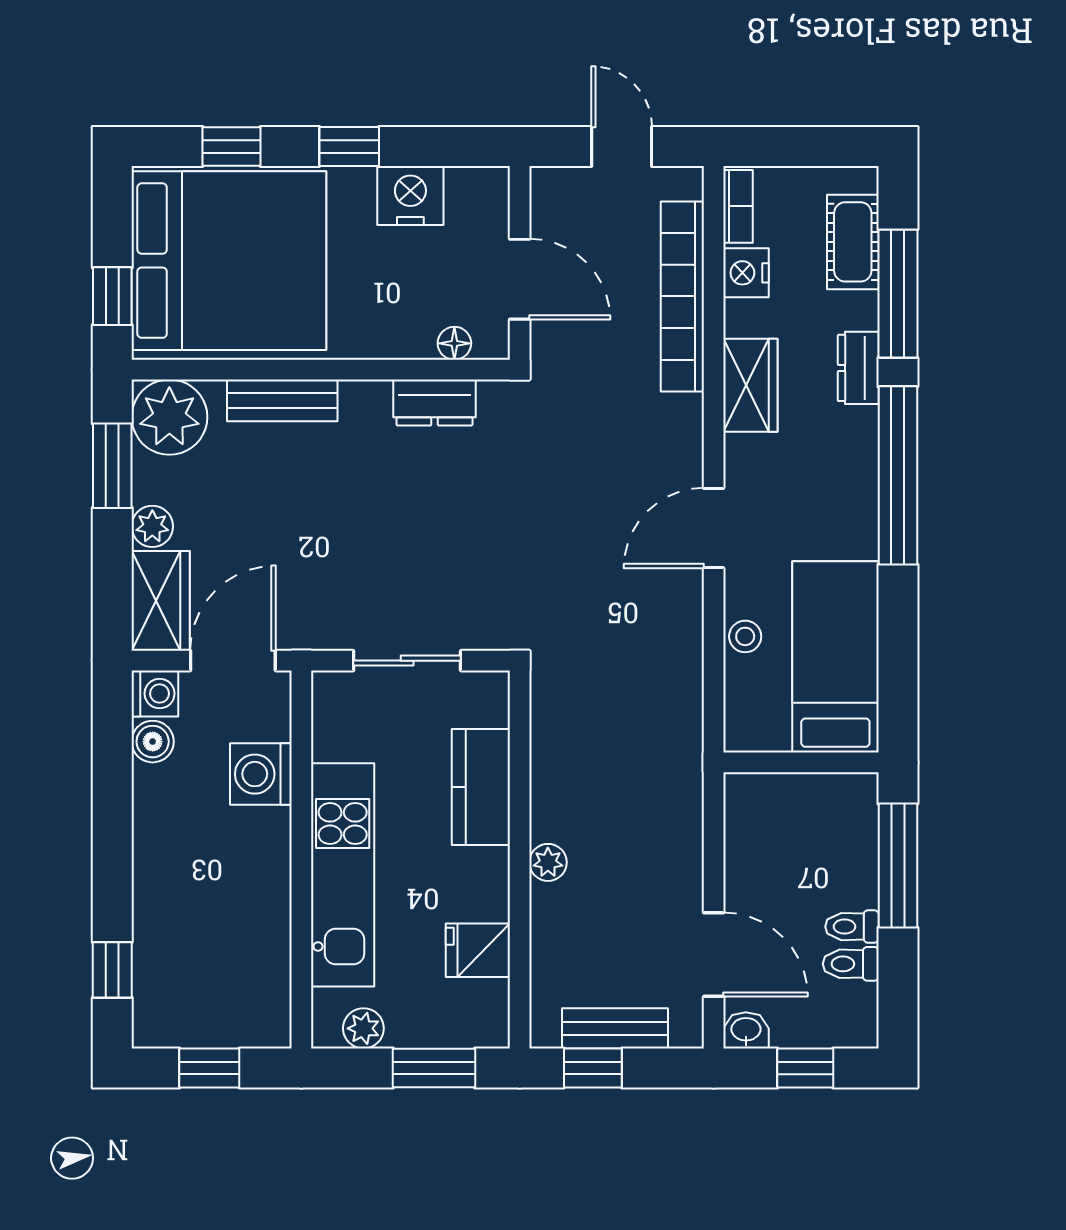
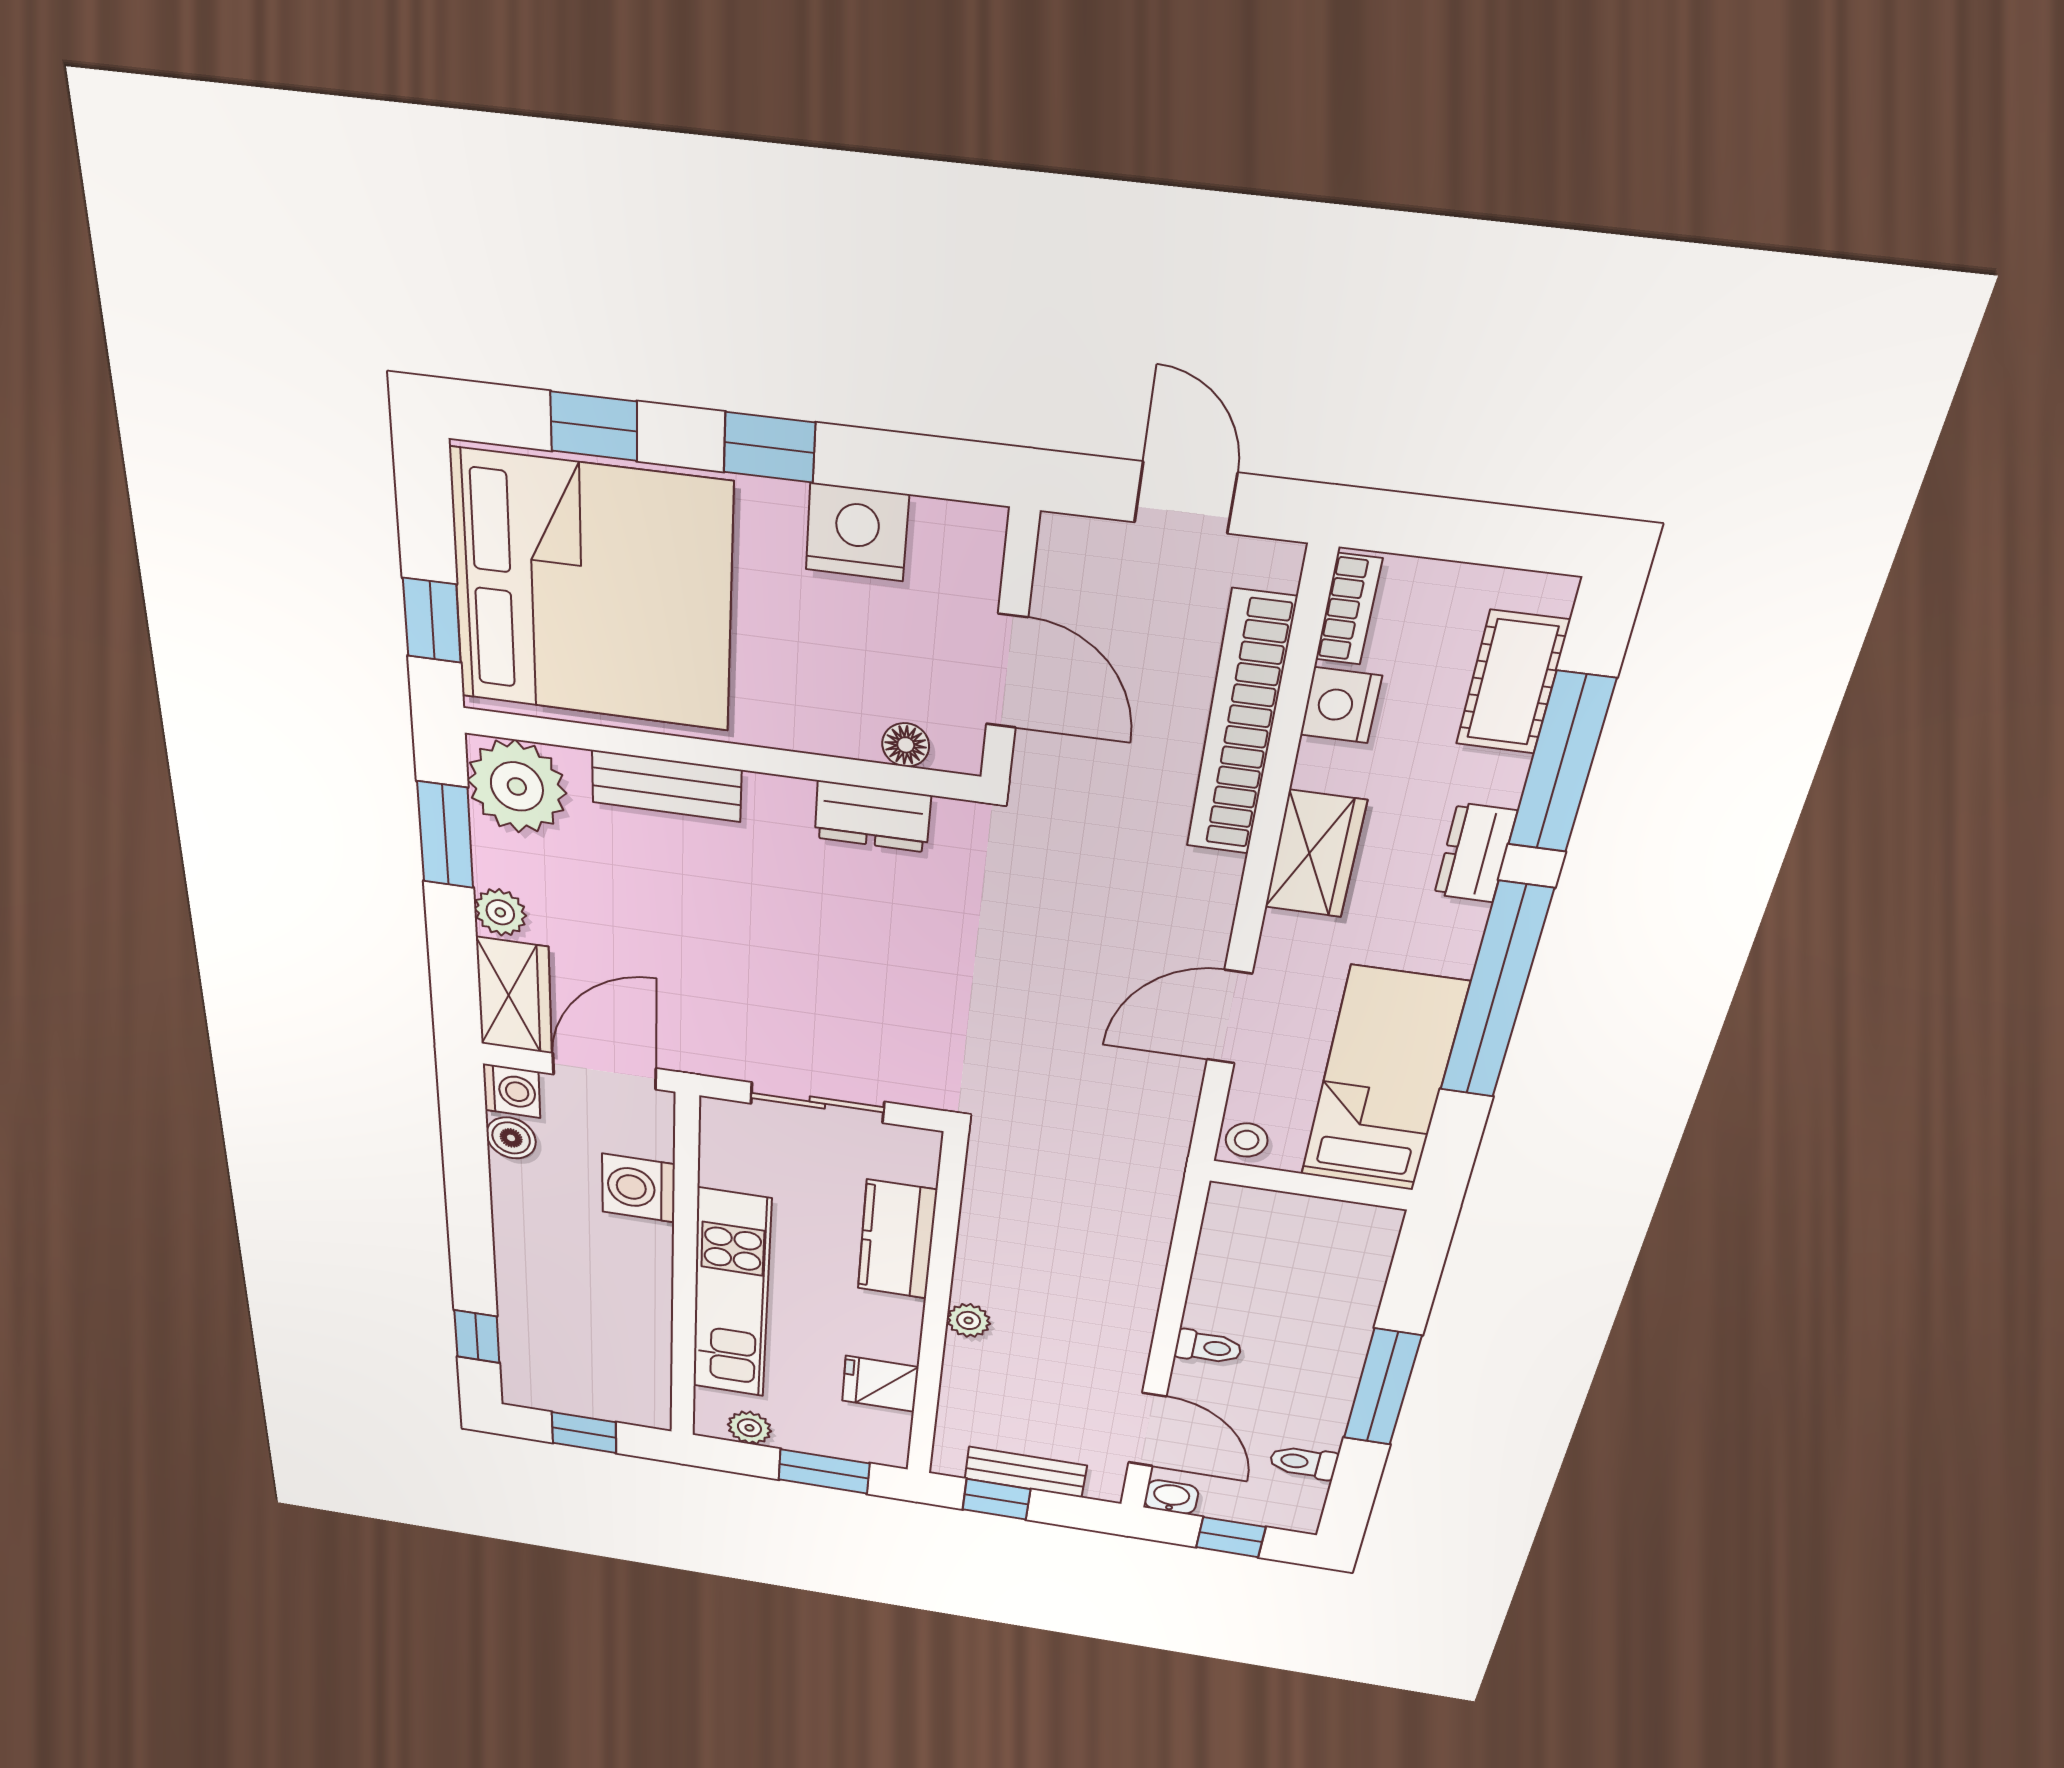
bed: (835, 657) -> (1383, 1081), moved
wall: (801, 762) -> (1310, 1185), moved
toilet: (852, 927) -> (1208, 1347), moved, turned 180

